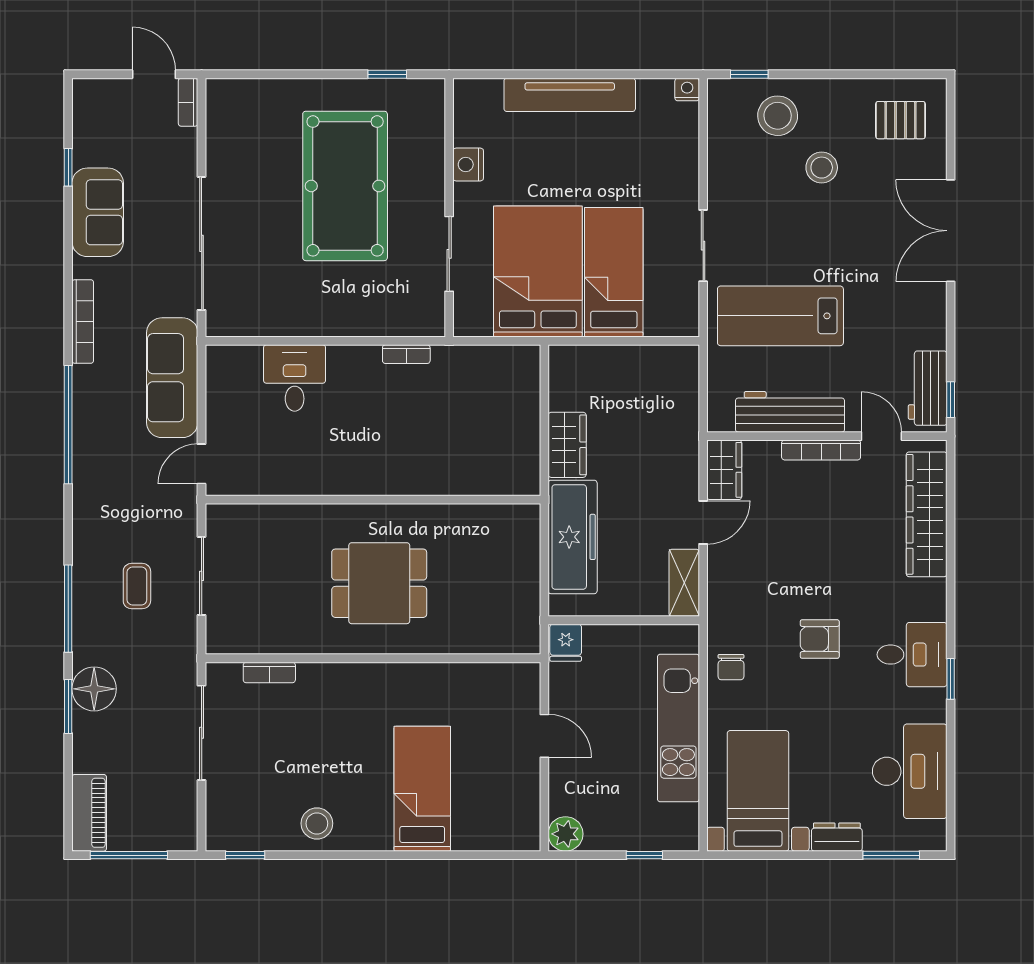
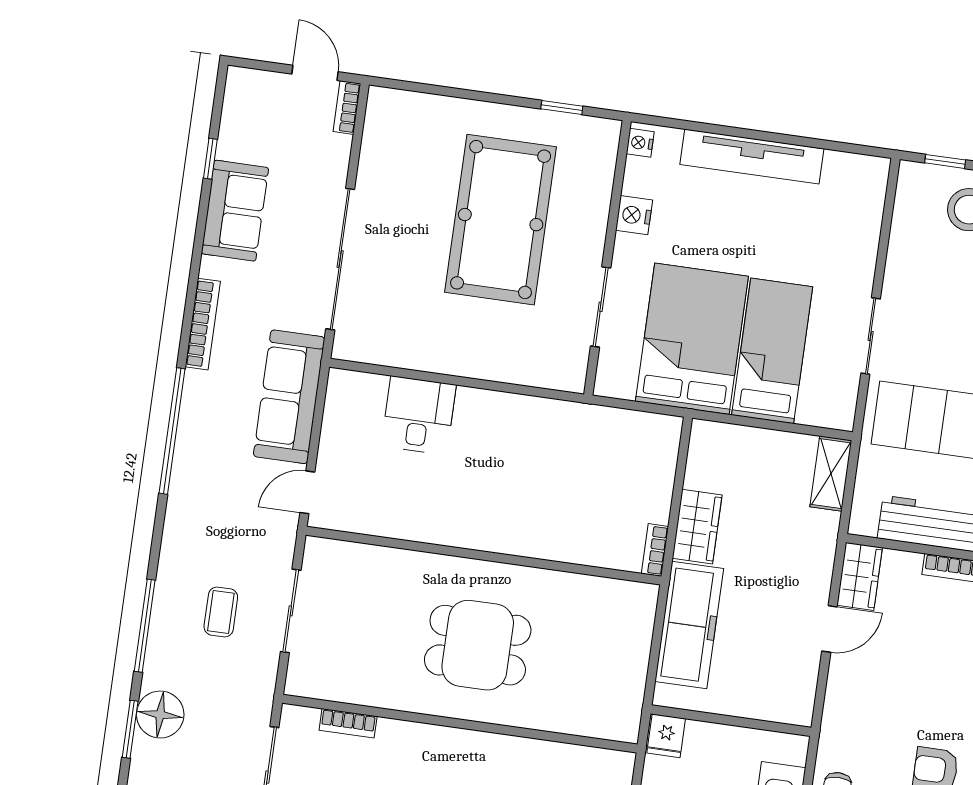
nightstand: (687, 89) -> (640, 143), moved, turned -90
bookcase: (406, 354) -> (655, 550), moved, turned 90
shelving: (684, 583) -> (831, 474), moved

